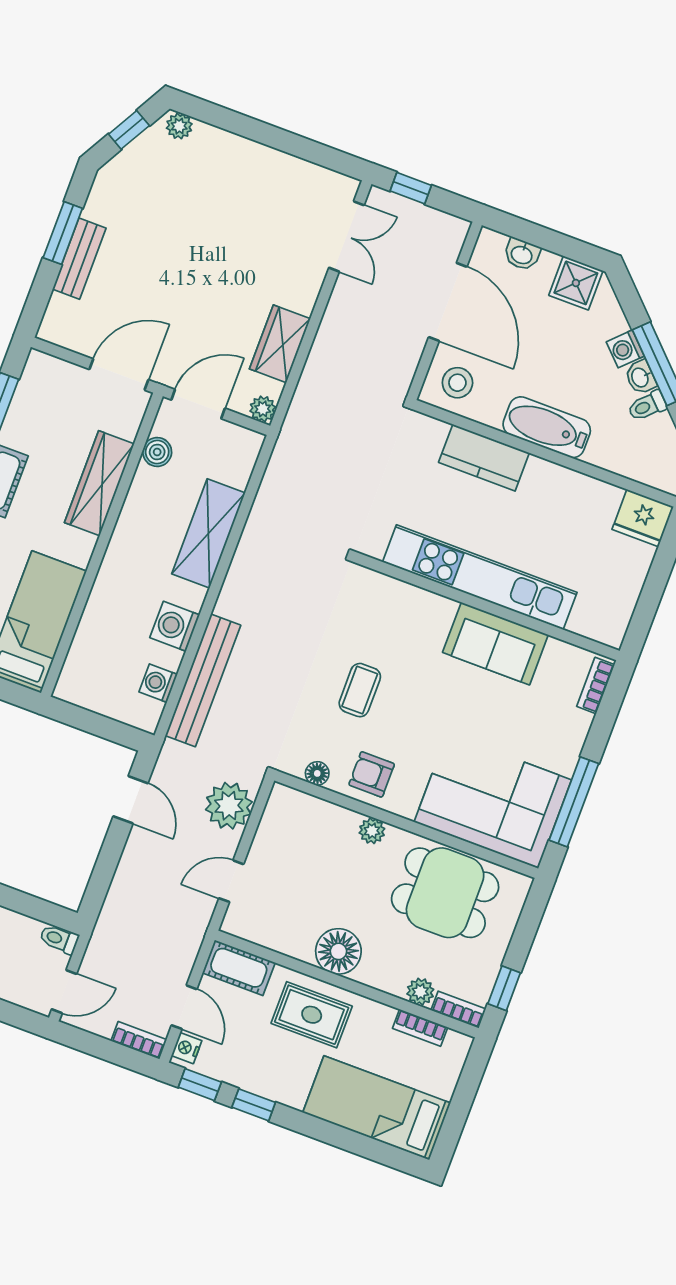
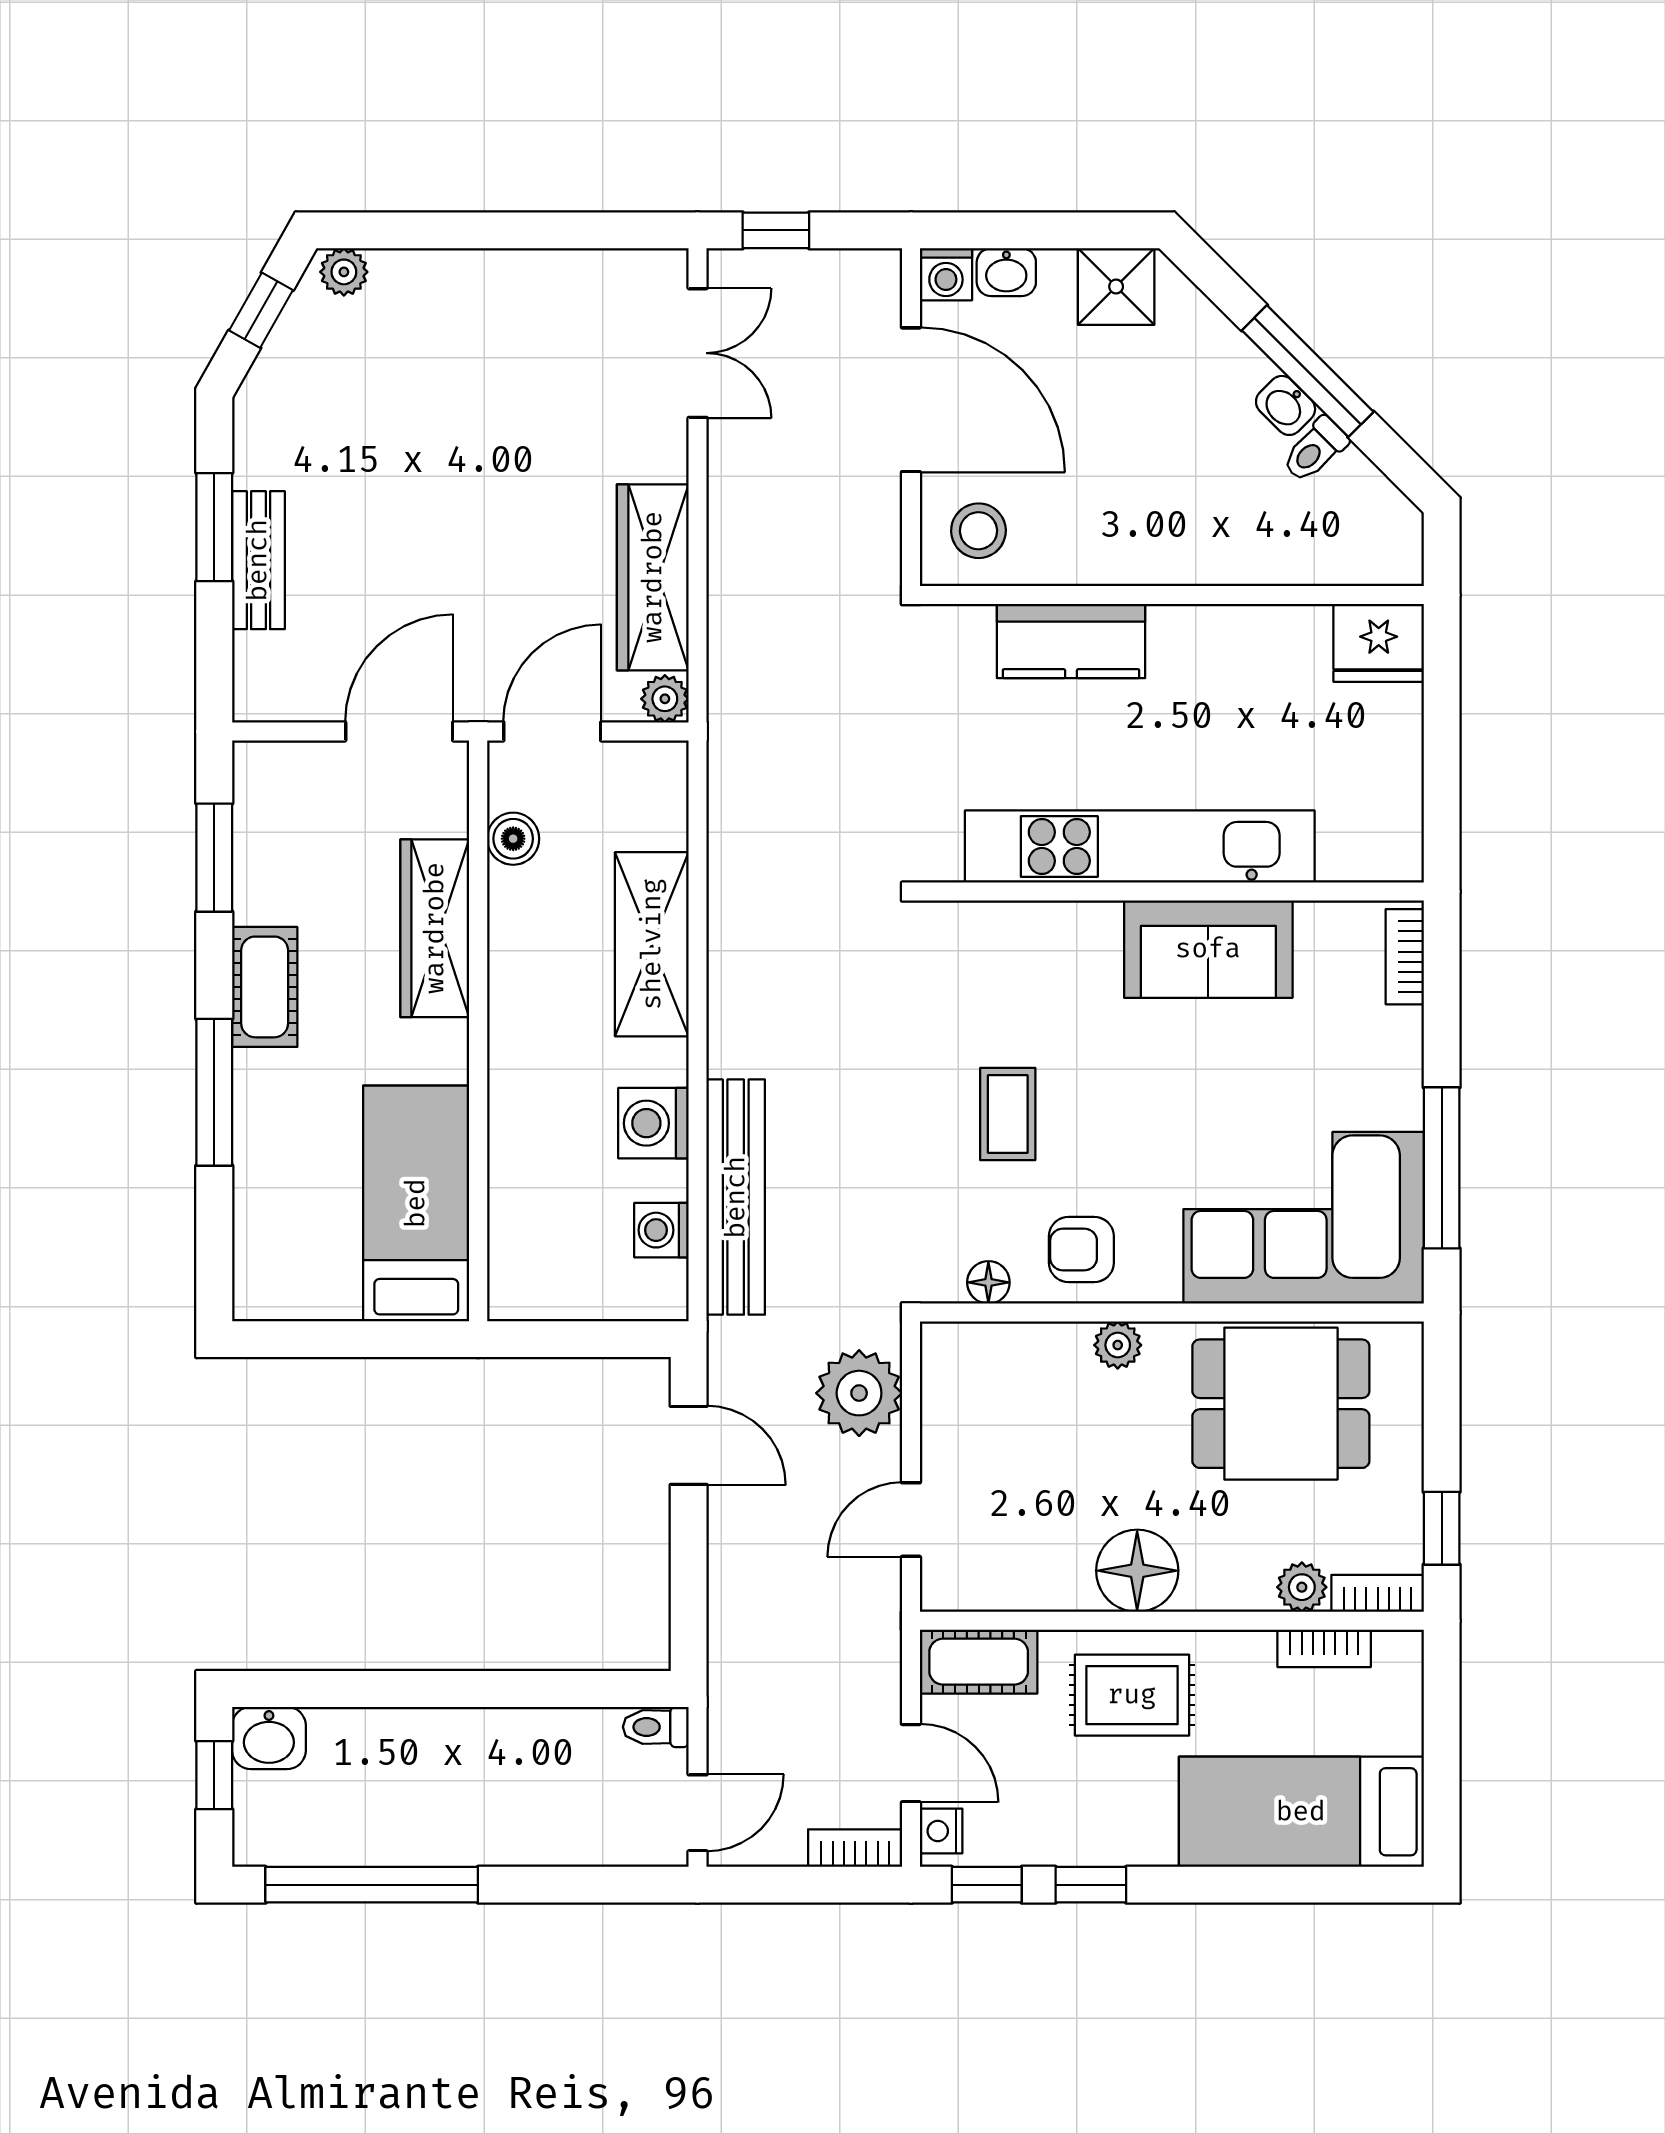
wardrobe: (280, 344) -> (653, 577), width x1.50
washing machine: (625, 349) -> (946, 274), moved, turned -45
bathtub: (547, 427) -> (1158, 550), removed

